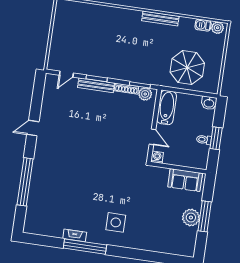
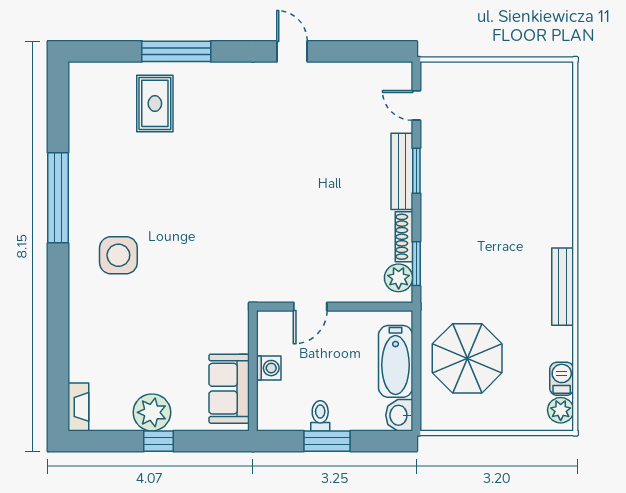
bathtub: (167, 108) -> (396, 361), moved, turned 90
washing machine: (157, 157) -> (269, 368), moved
window: (25, 182) -> (176, 51), width x0.68
rug: (48, 195) -> (155, 103), added
window: (205, 216) -> (159, 441), width x0.46
fireplace: (75, 235) -> (78, 407), moved

